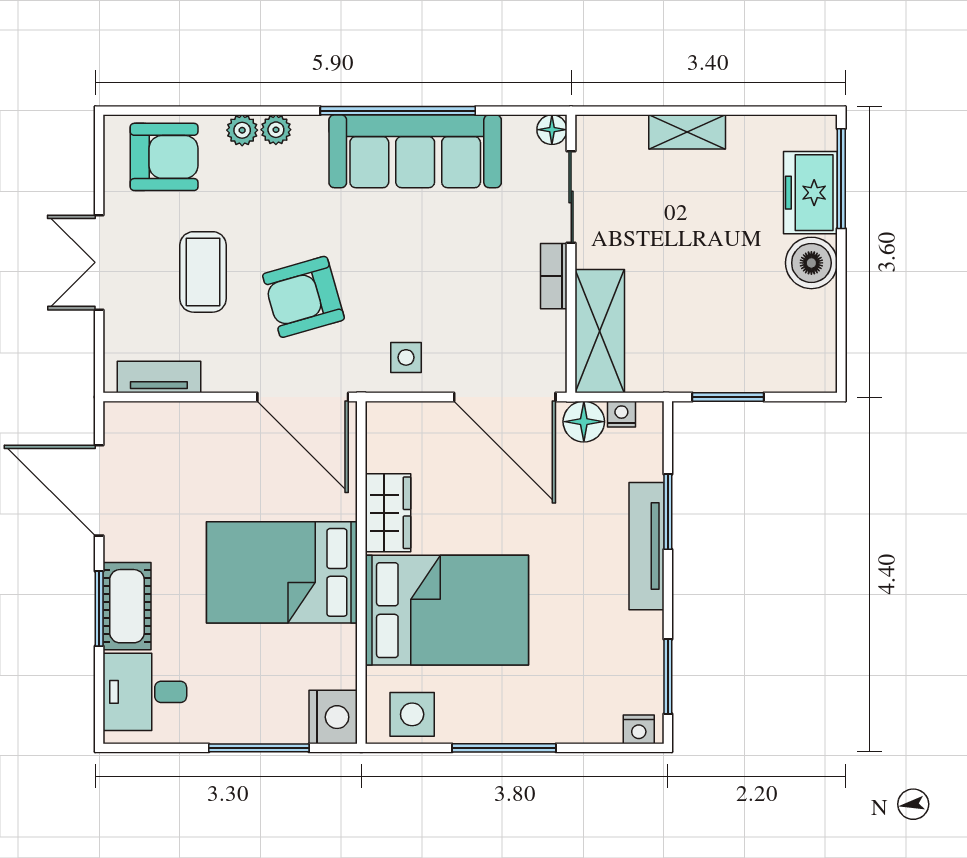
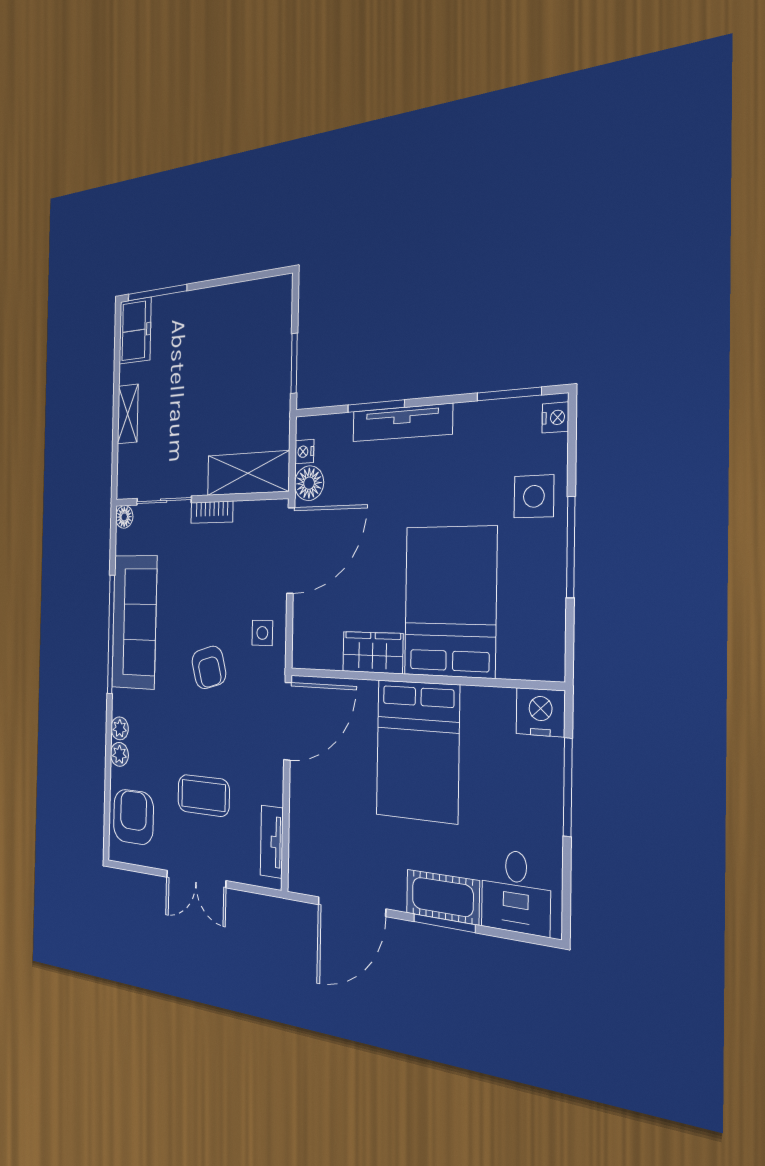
freezer: (810, 193) -> (135, 331), moved, turned -90
boiler: (811, 263) -> (208, 307), removed
armchair: (303, 297) -> (209, 667), moved, width x0.72, depth x0.72
side table: (412, 714) -> (534, 496), moved

